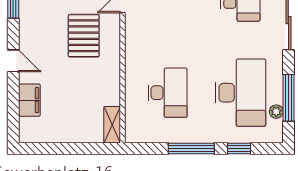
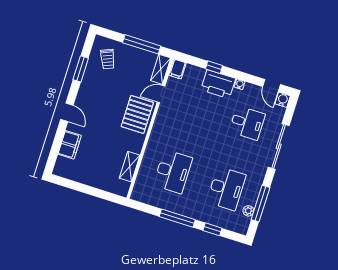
pallet: (84, 36) -> (137, 114), moved
desk: (240, 93) -> (226, 189), width x0.73, depth x0.77
shelving: (112, 125) -> (130, 167), moved

